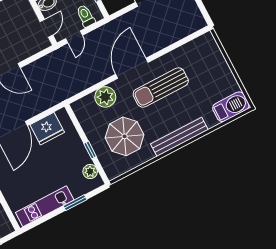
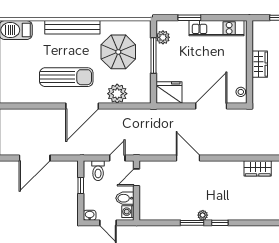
fridge: (47, 129) -> (169, 93), moved
window: (90, 150) -> (153, 55), width x2.17

